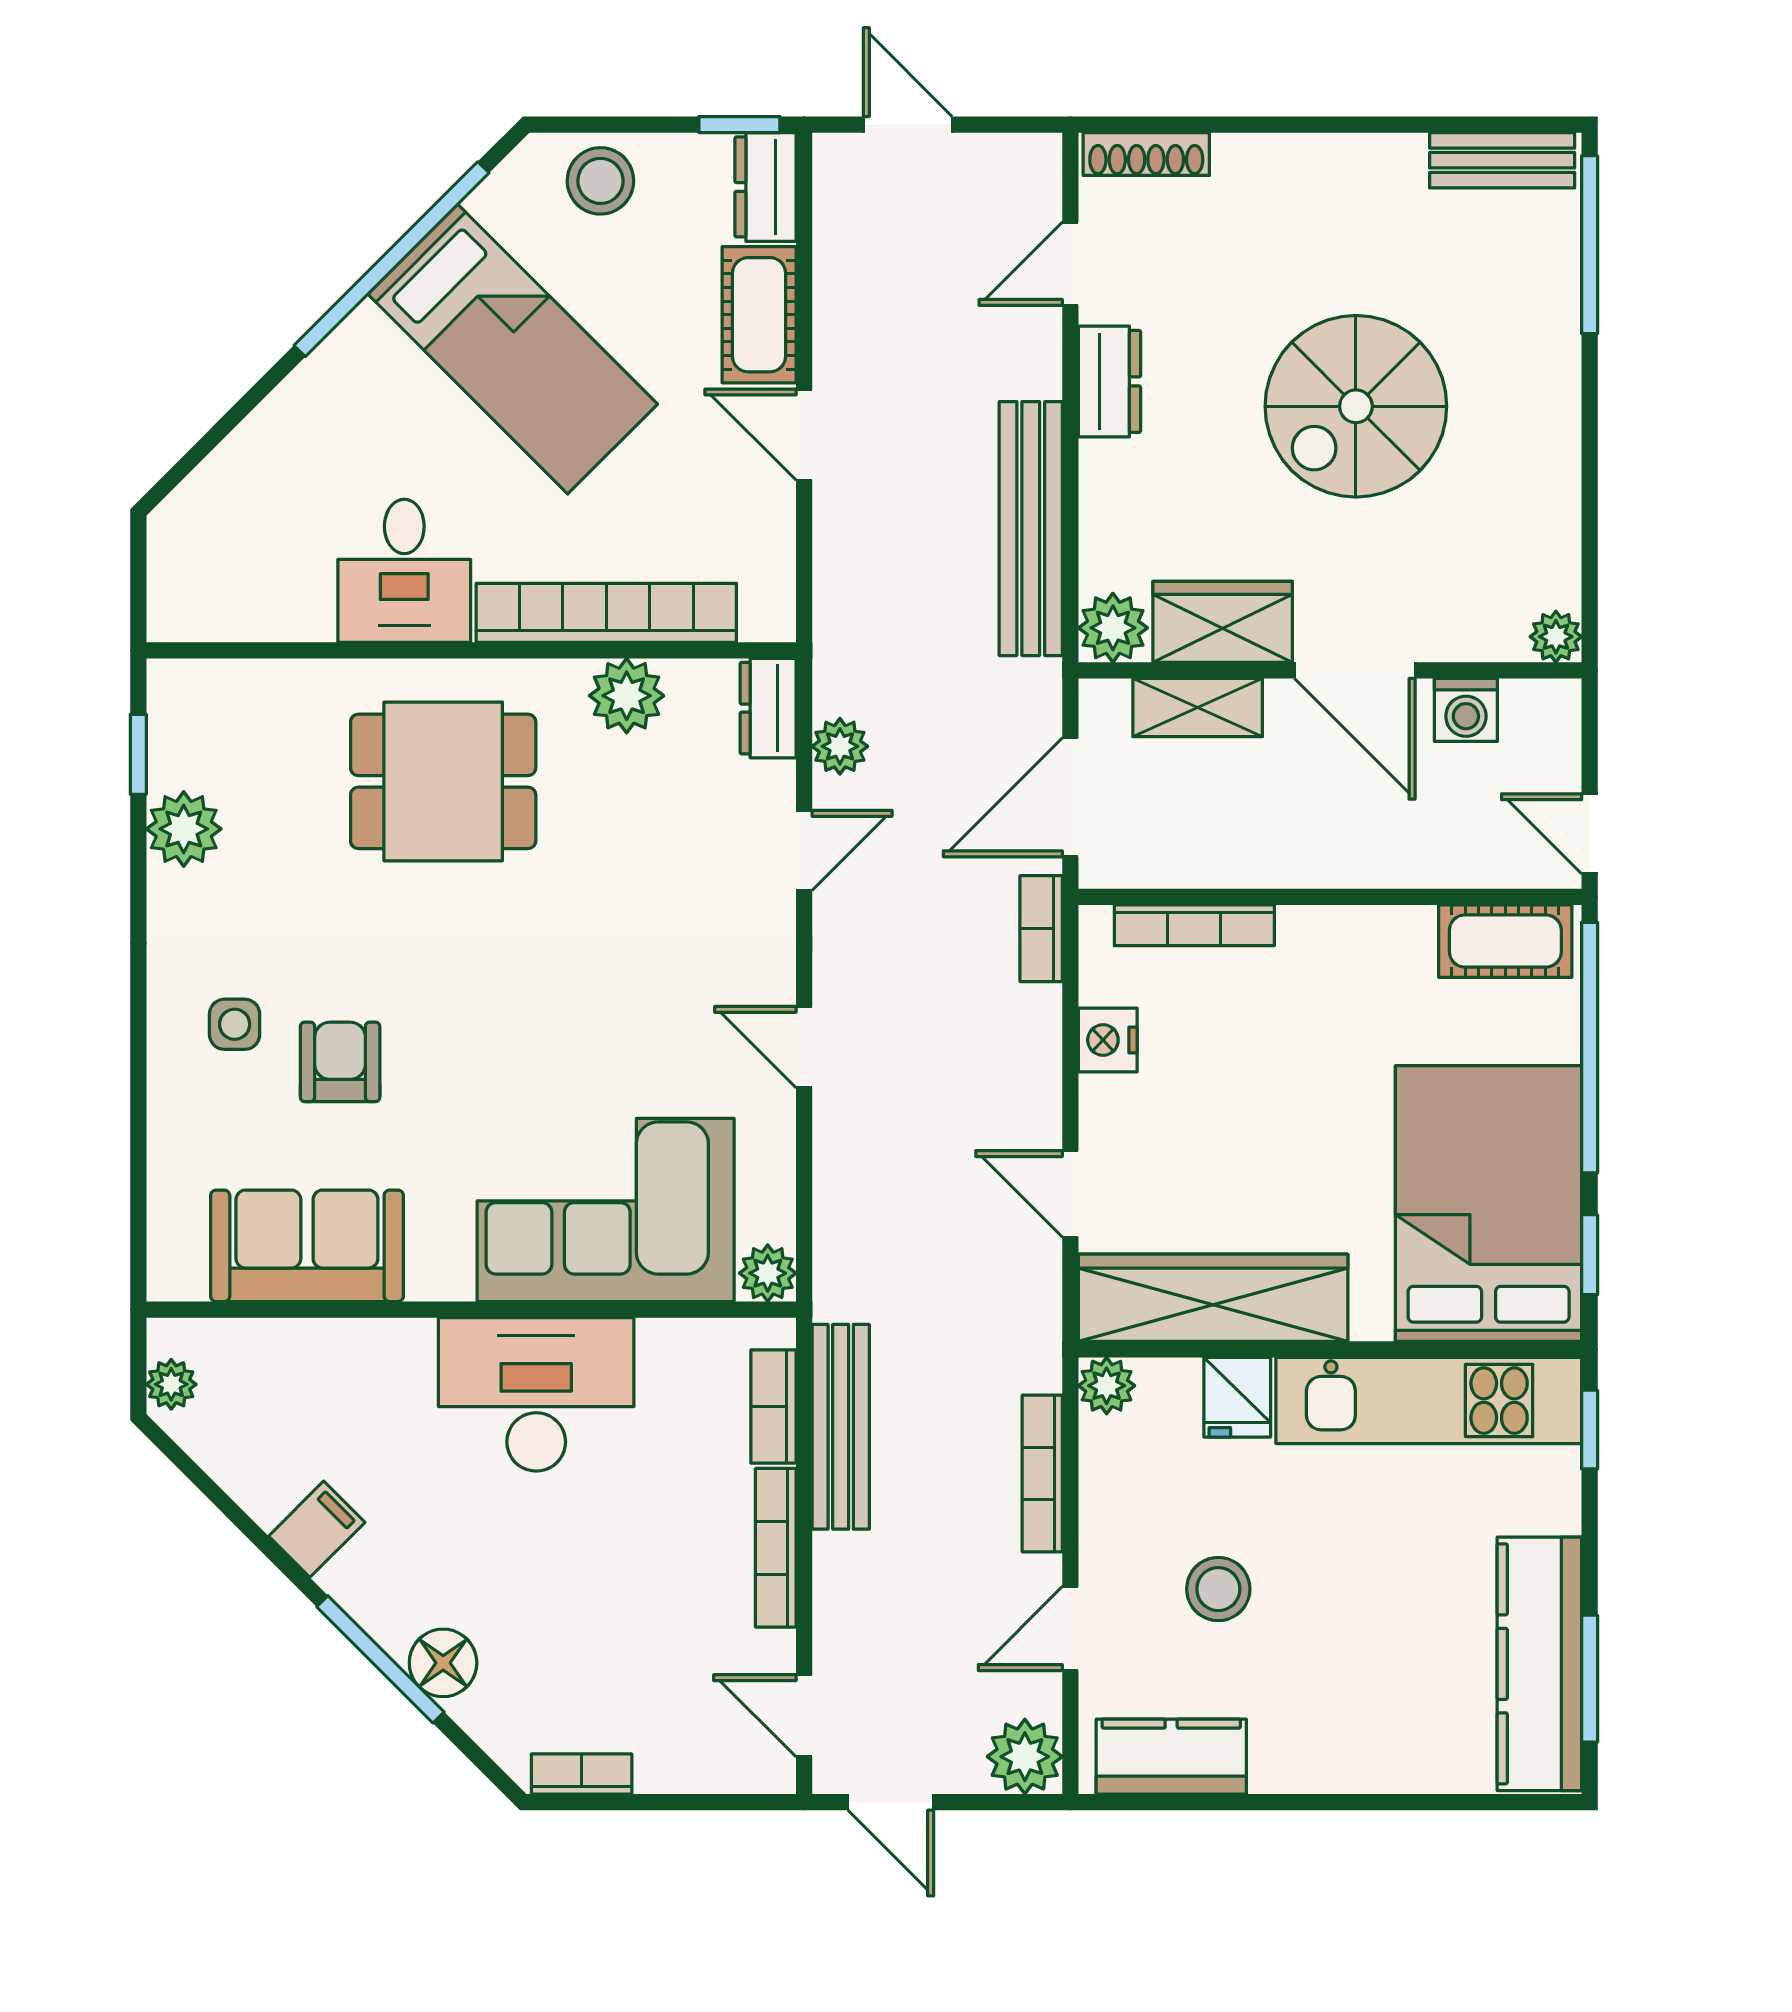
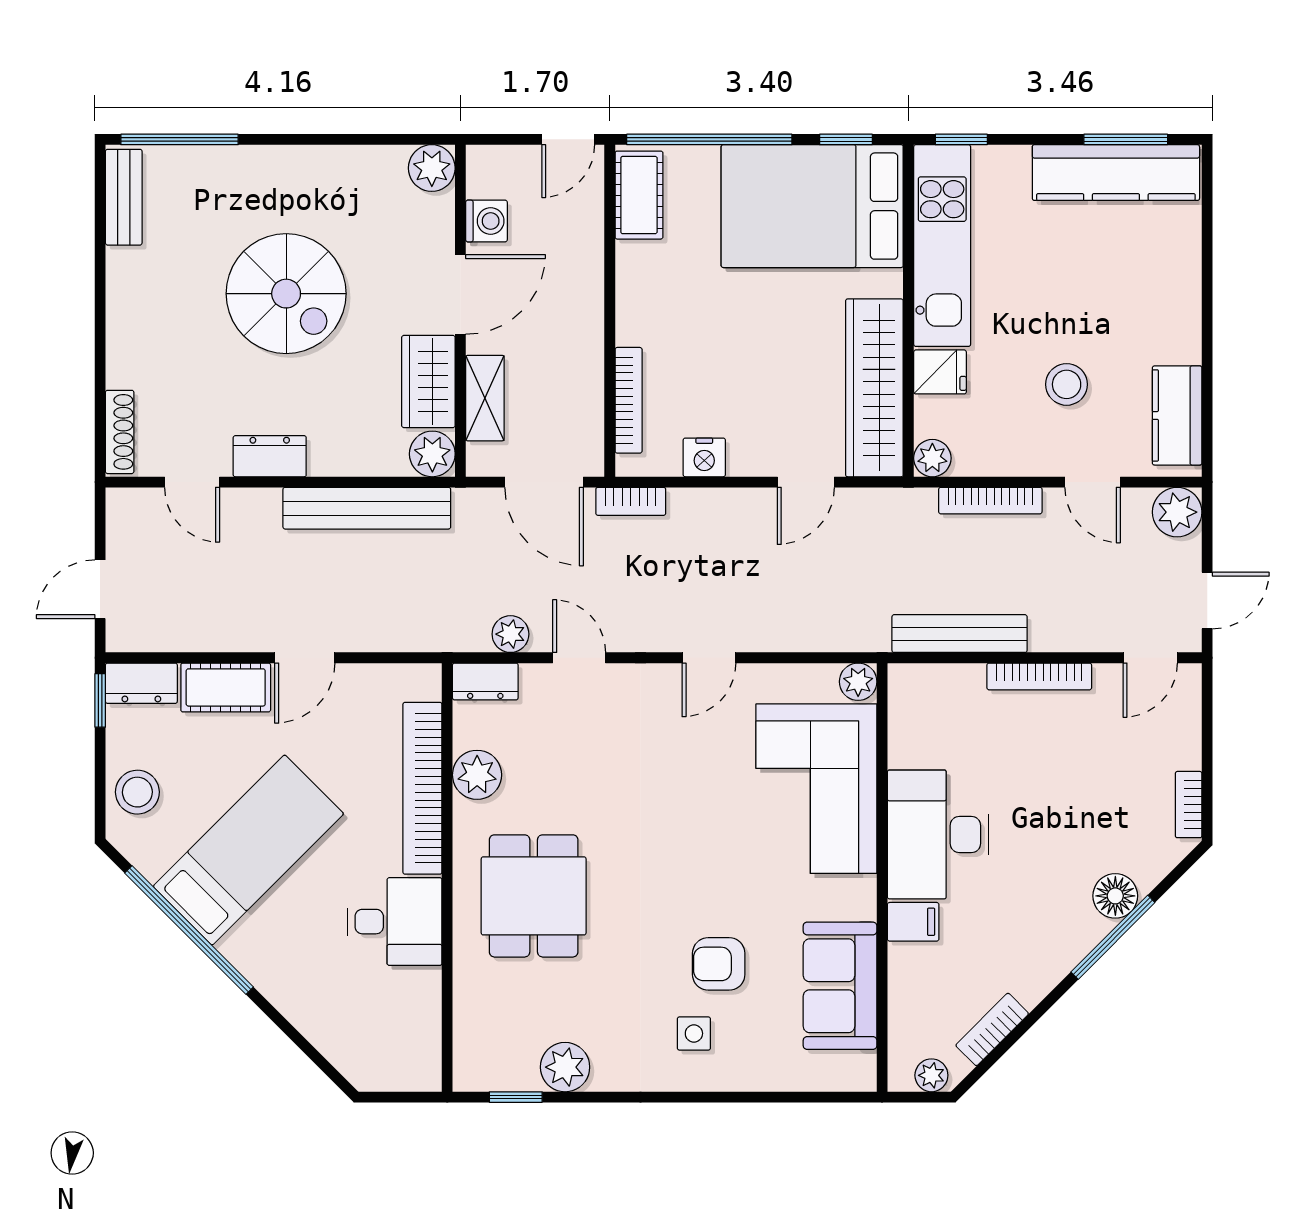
plant: (1556, 637) -> (432, 168), width x1.38, depth x1.38
bookcase: (773, 1407) -> (992, 1029), moved, turned 135
filing cabinet: (317, 1529) -> (913, 922), moved, turned 135

